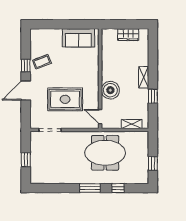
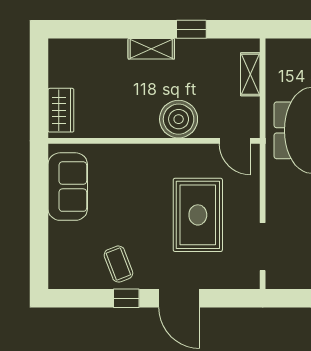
wardrobe: (128, 35) -> (61, 110), moved
door: (100, 117) -> (235, 141), hinge flipped

